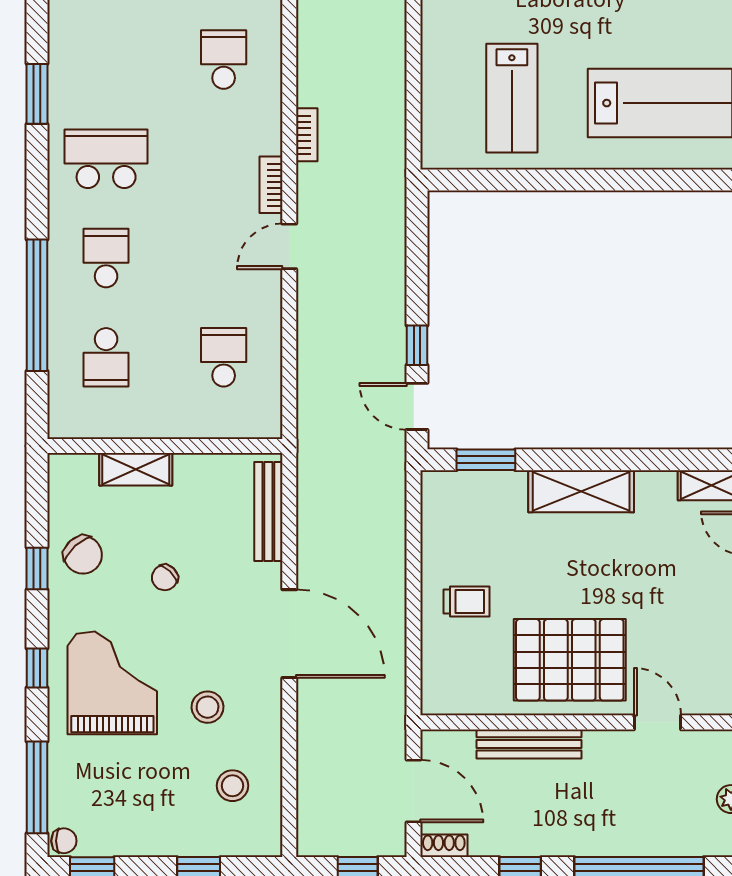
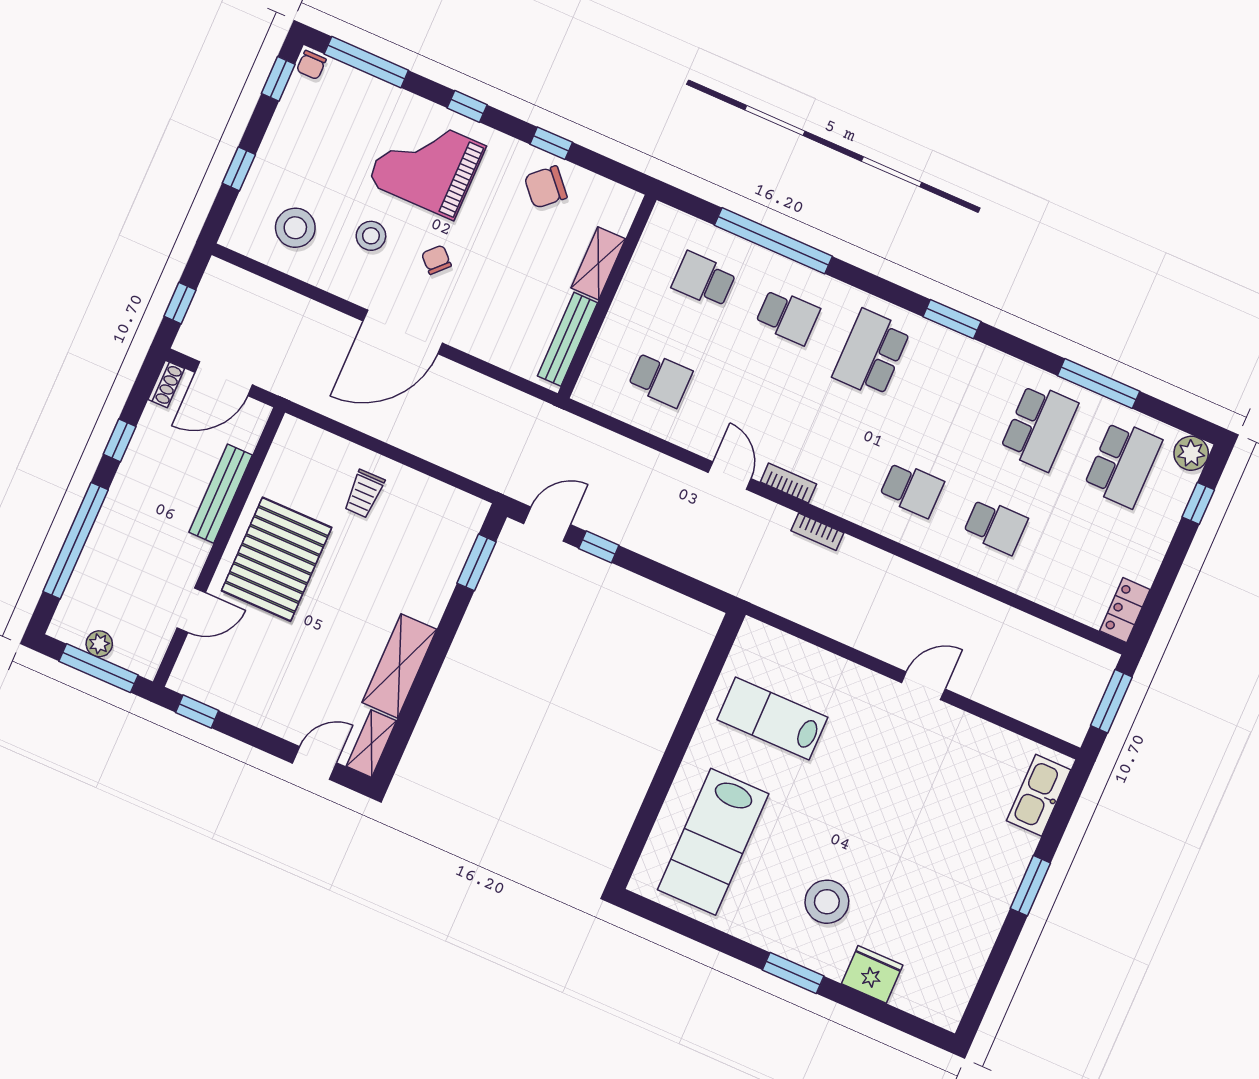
school desk: (106, 159) -> (871, 353), turned 180
shelving: (581, 491) -> (399, 666), moved
bench: (268, 512) -> (567, 339), moved, turned 90
chair: (165, 578) -> (436, 260), moved
grand piano: (112, 683) -> (427, 164), turned 180
stool: (232, 786) -> (295, 228), width x1.38, depth x1.38

